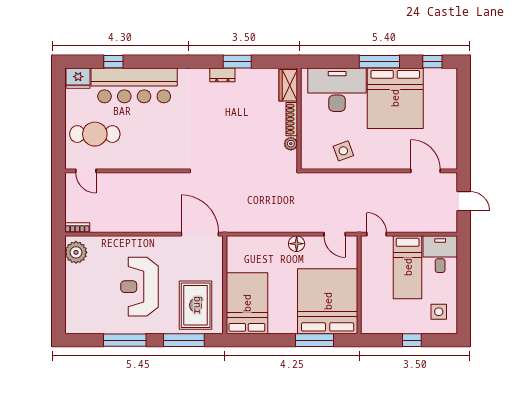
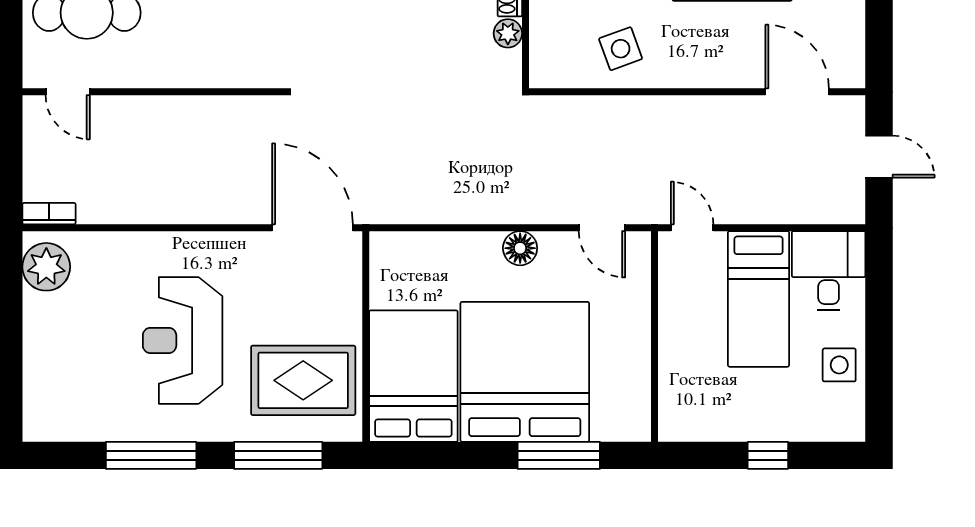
bed: (328, 301) -> (525, 372), moved
rug: (196, 305) -> (303, 380), turned 90
side table: (439, 312) -> (839, 365), moved

